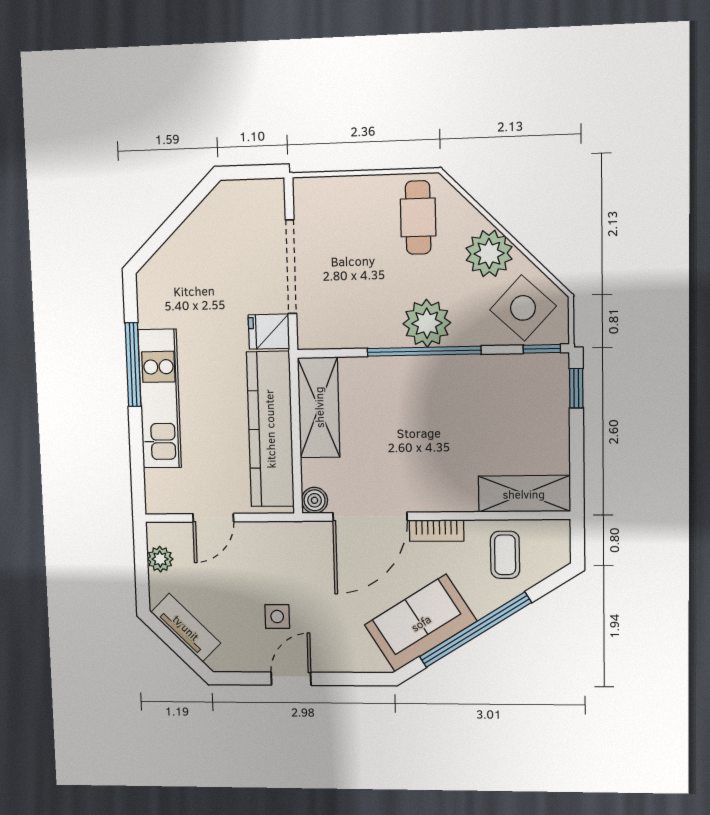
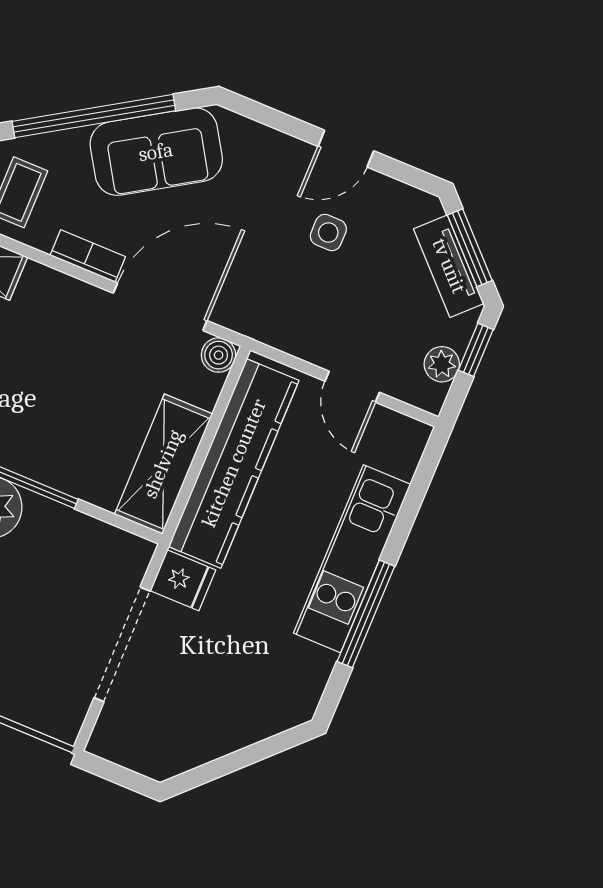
door: (213, 518) -> (352, 387), swing flipped
window: (142, 579) -> (476, 350), added
window: (177, 646) -> (470, 248), added

